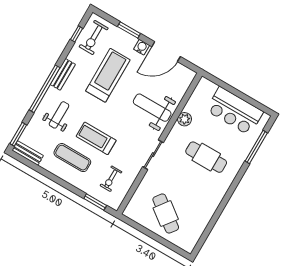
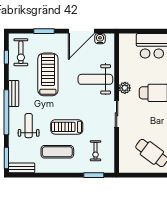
water cooler: (142, 47) -> (100, 39), moved
plant: (185, 119) -> (125, 88), moved

